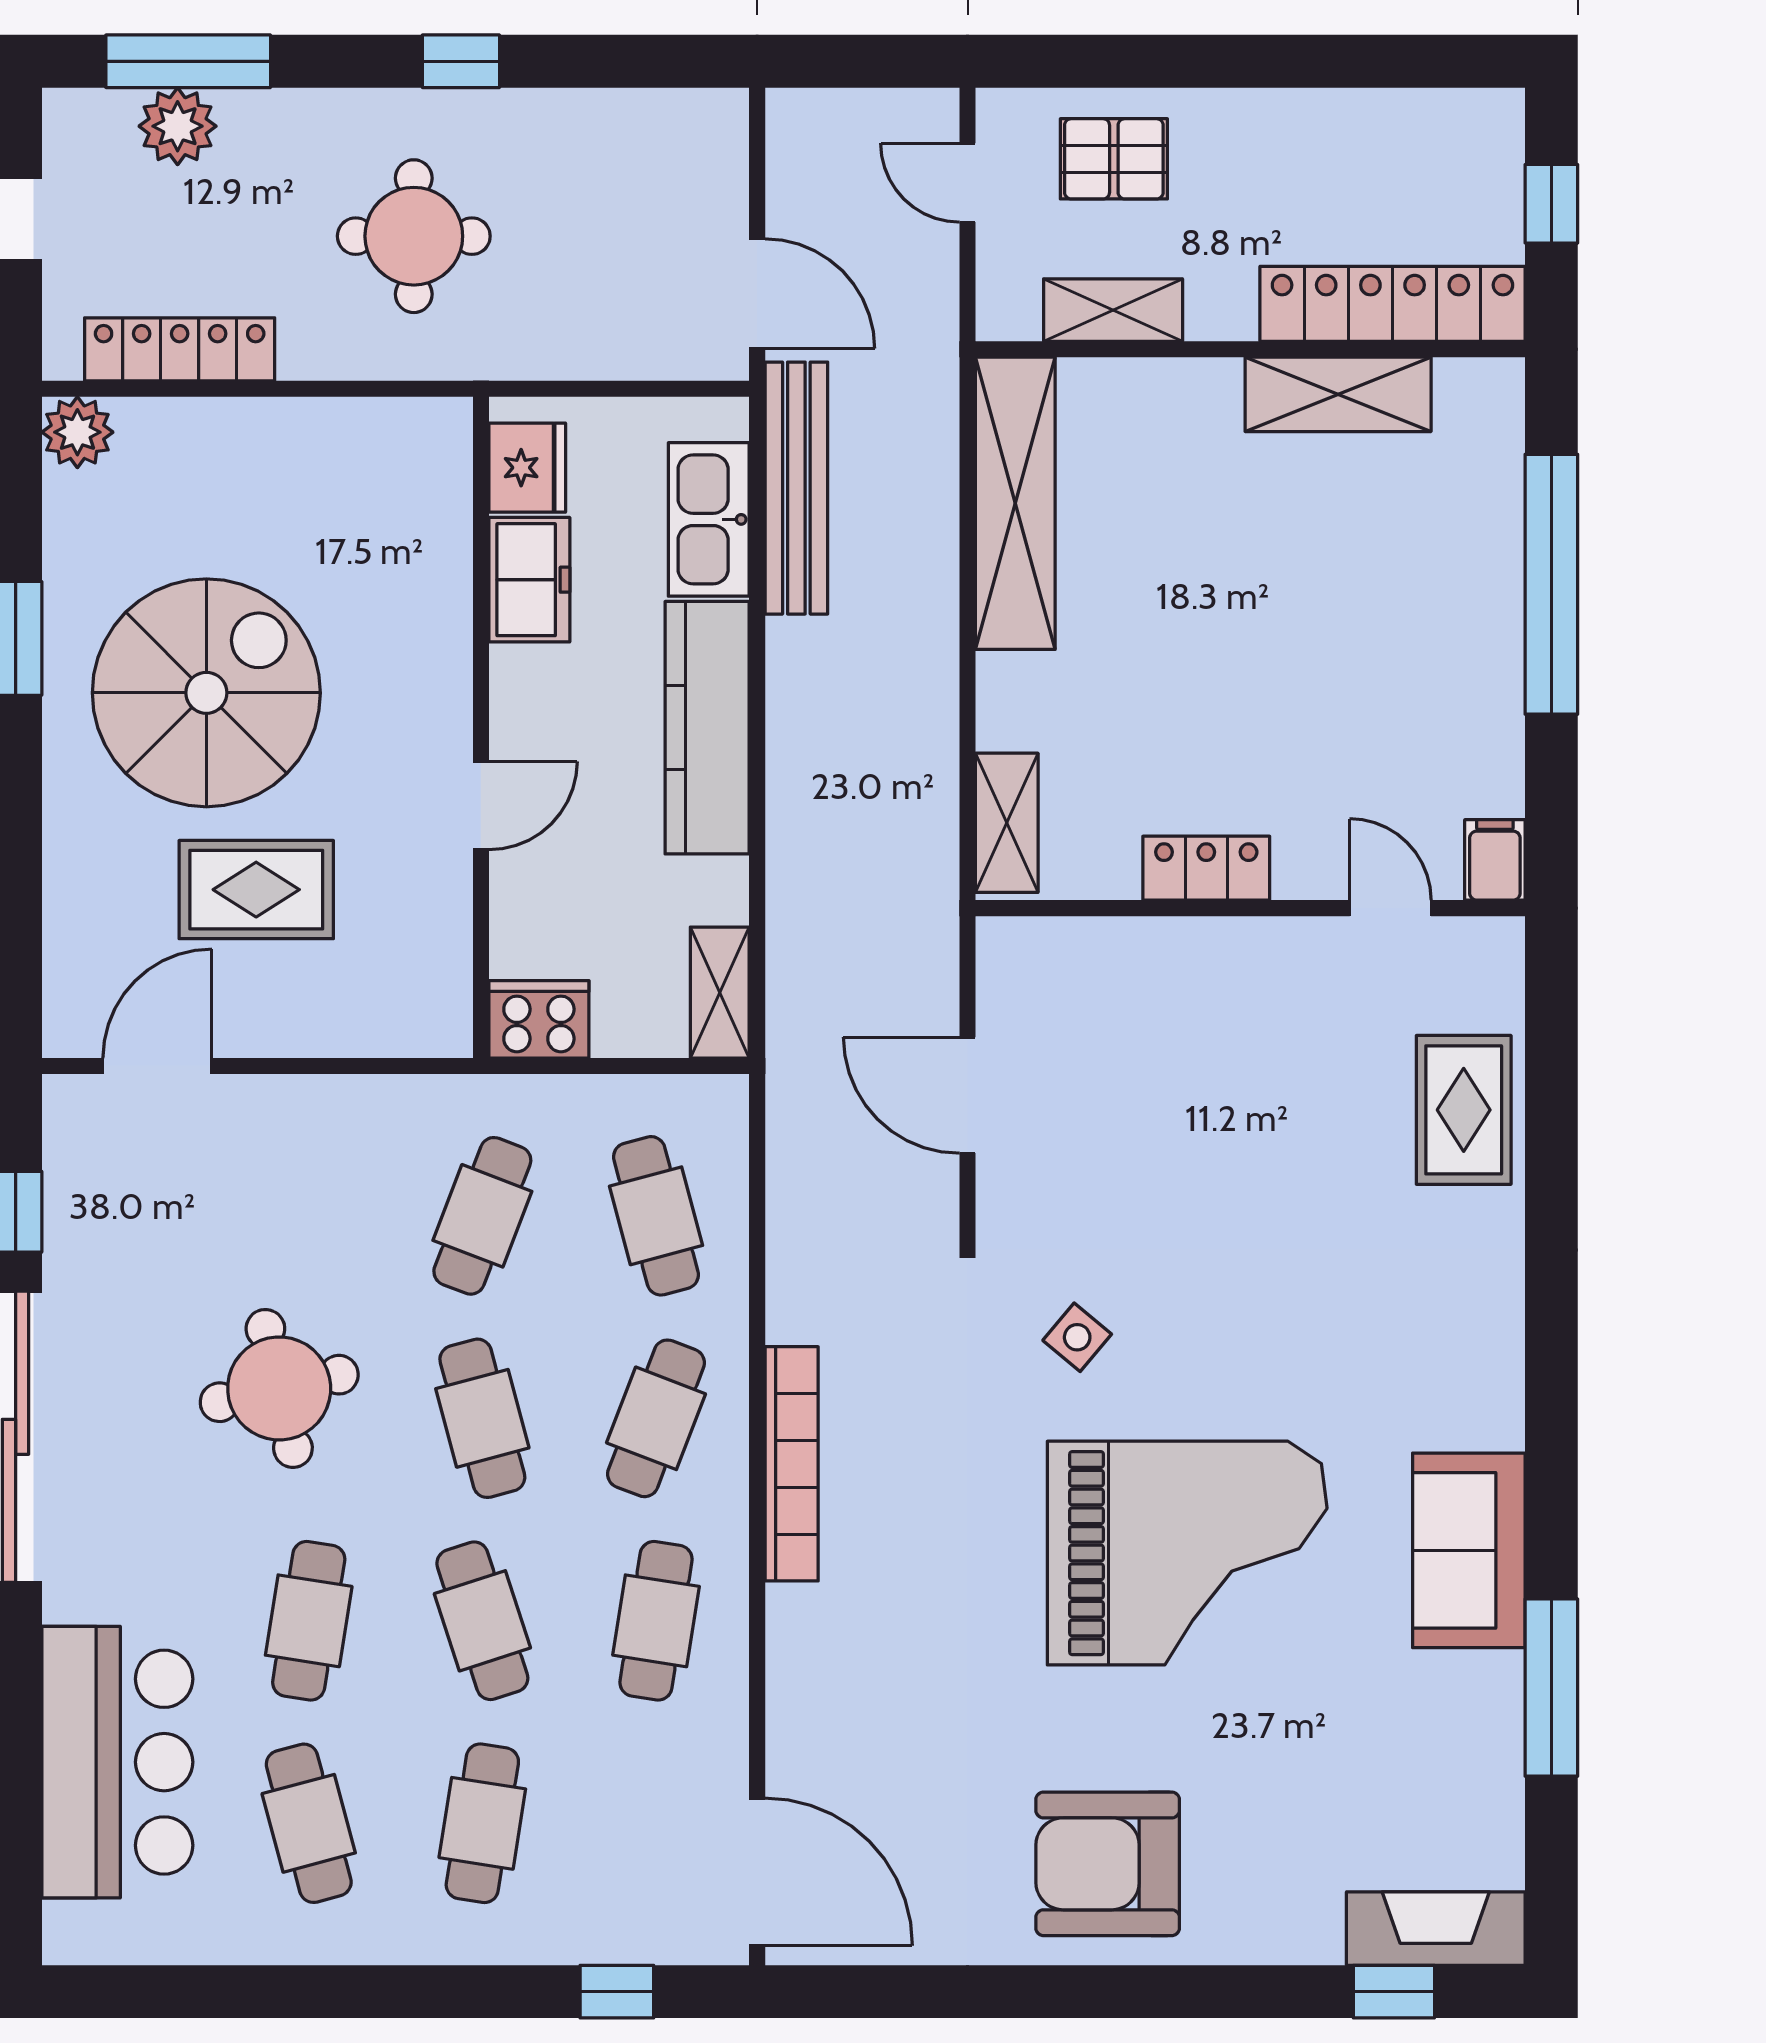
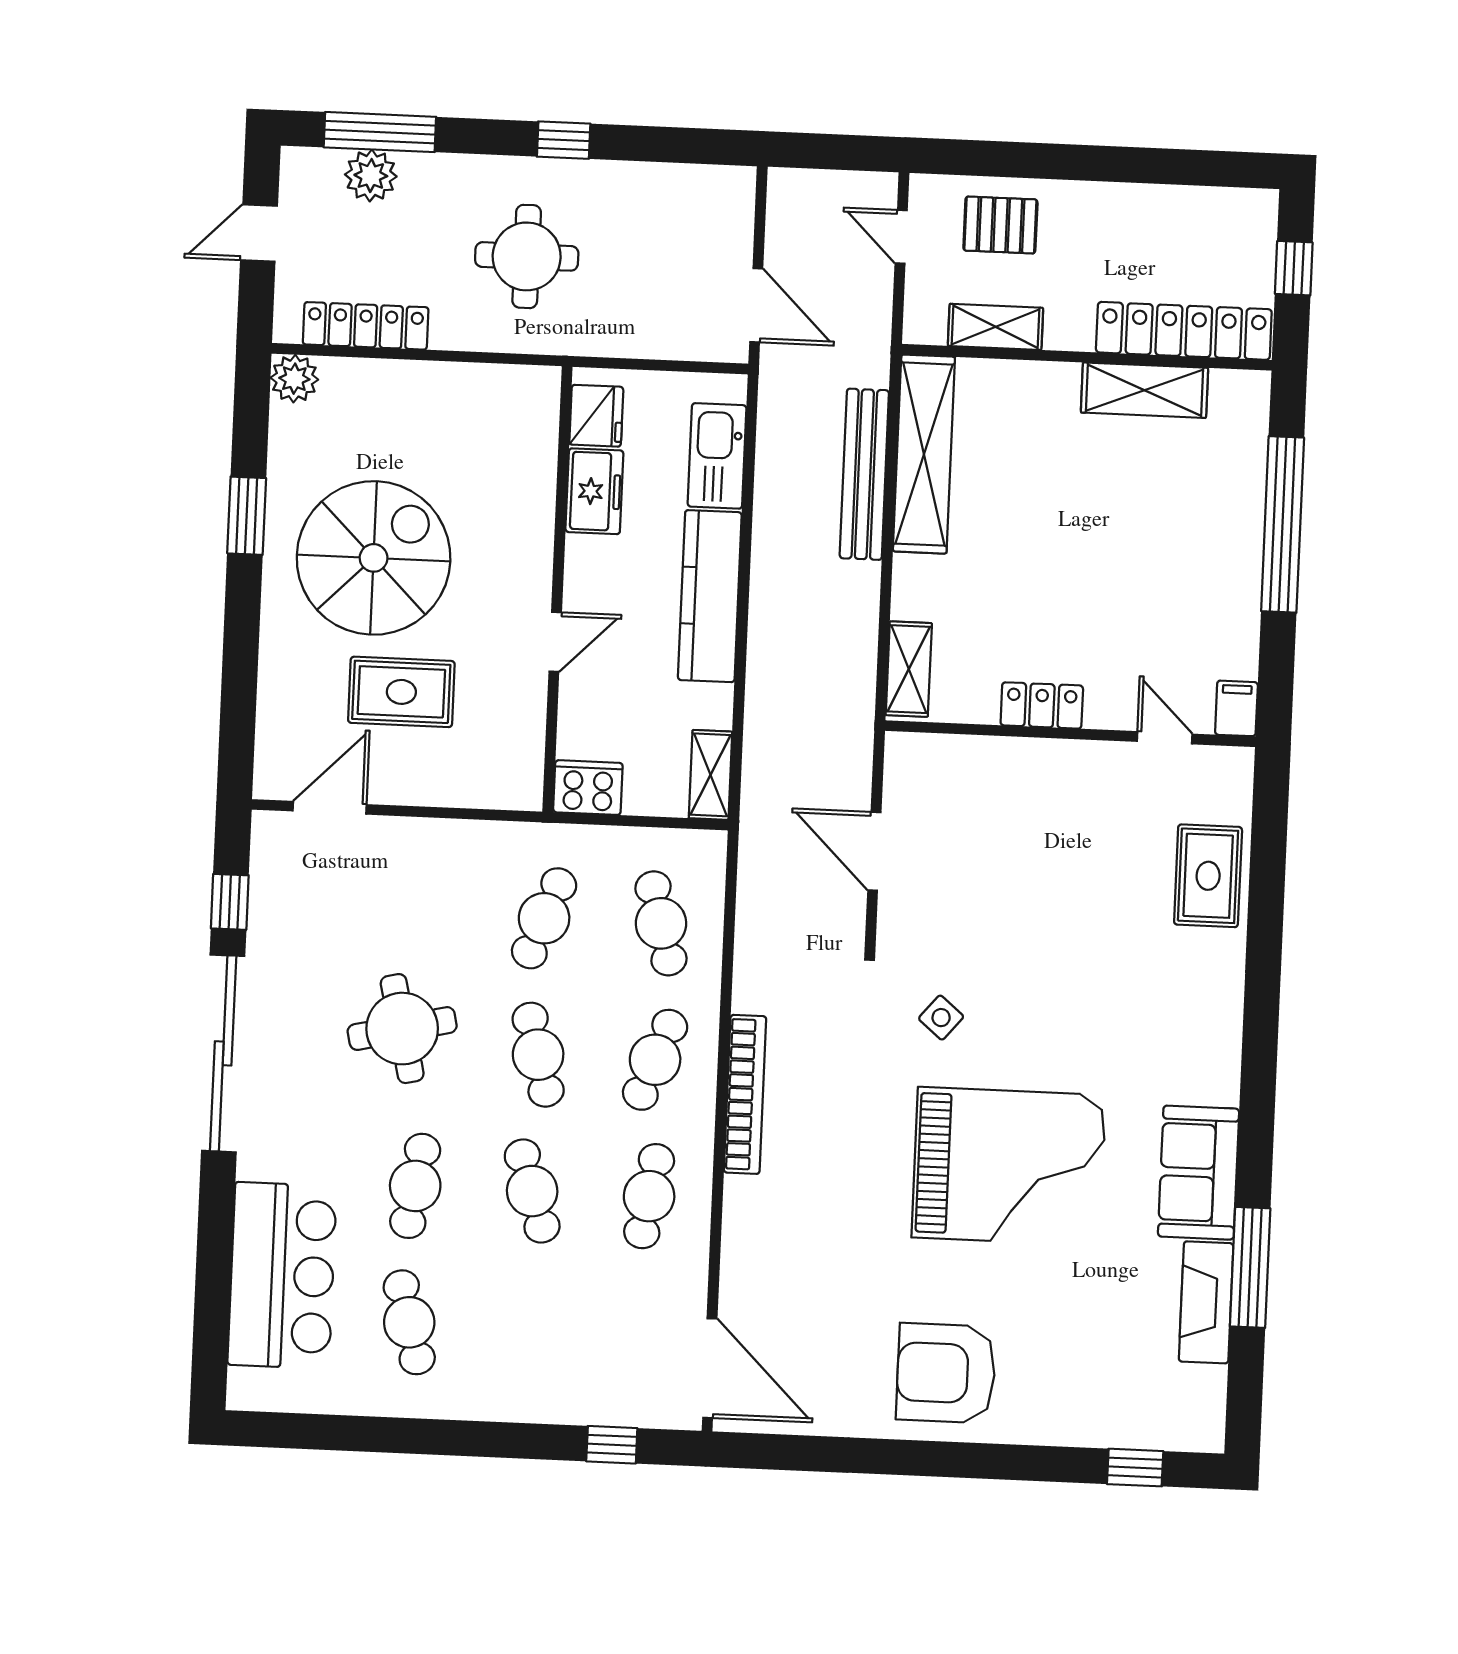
bench: (796, 488) -> (864, 474), moved
cafe table: (482, 1823) -> (526, 1327), removed
fireplace: (1436, 1929) -> (1206, 1302), moved, turned -90

